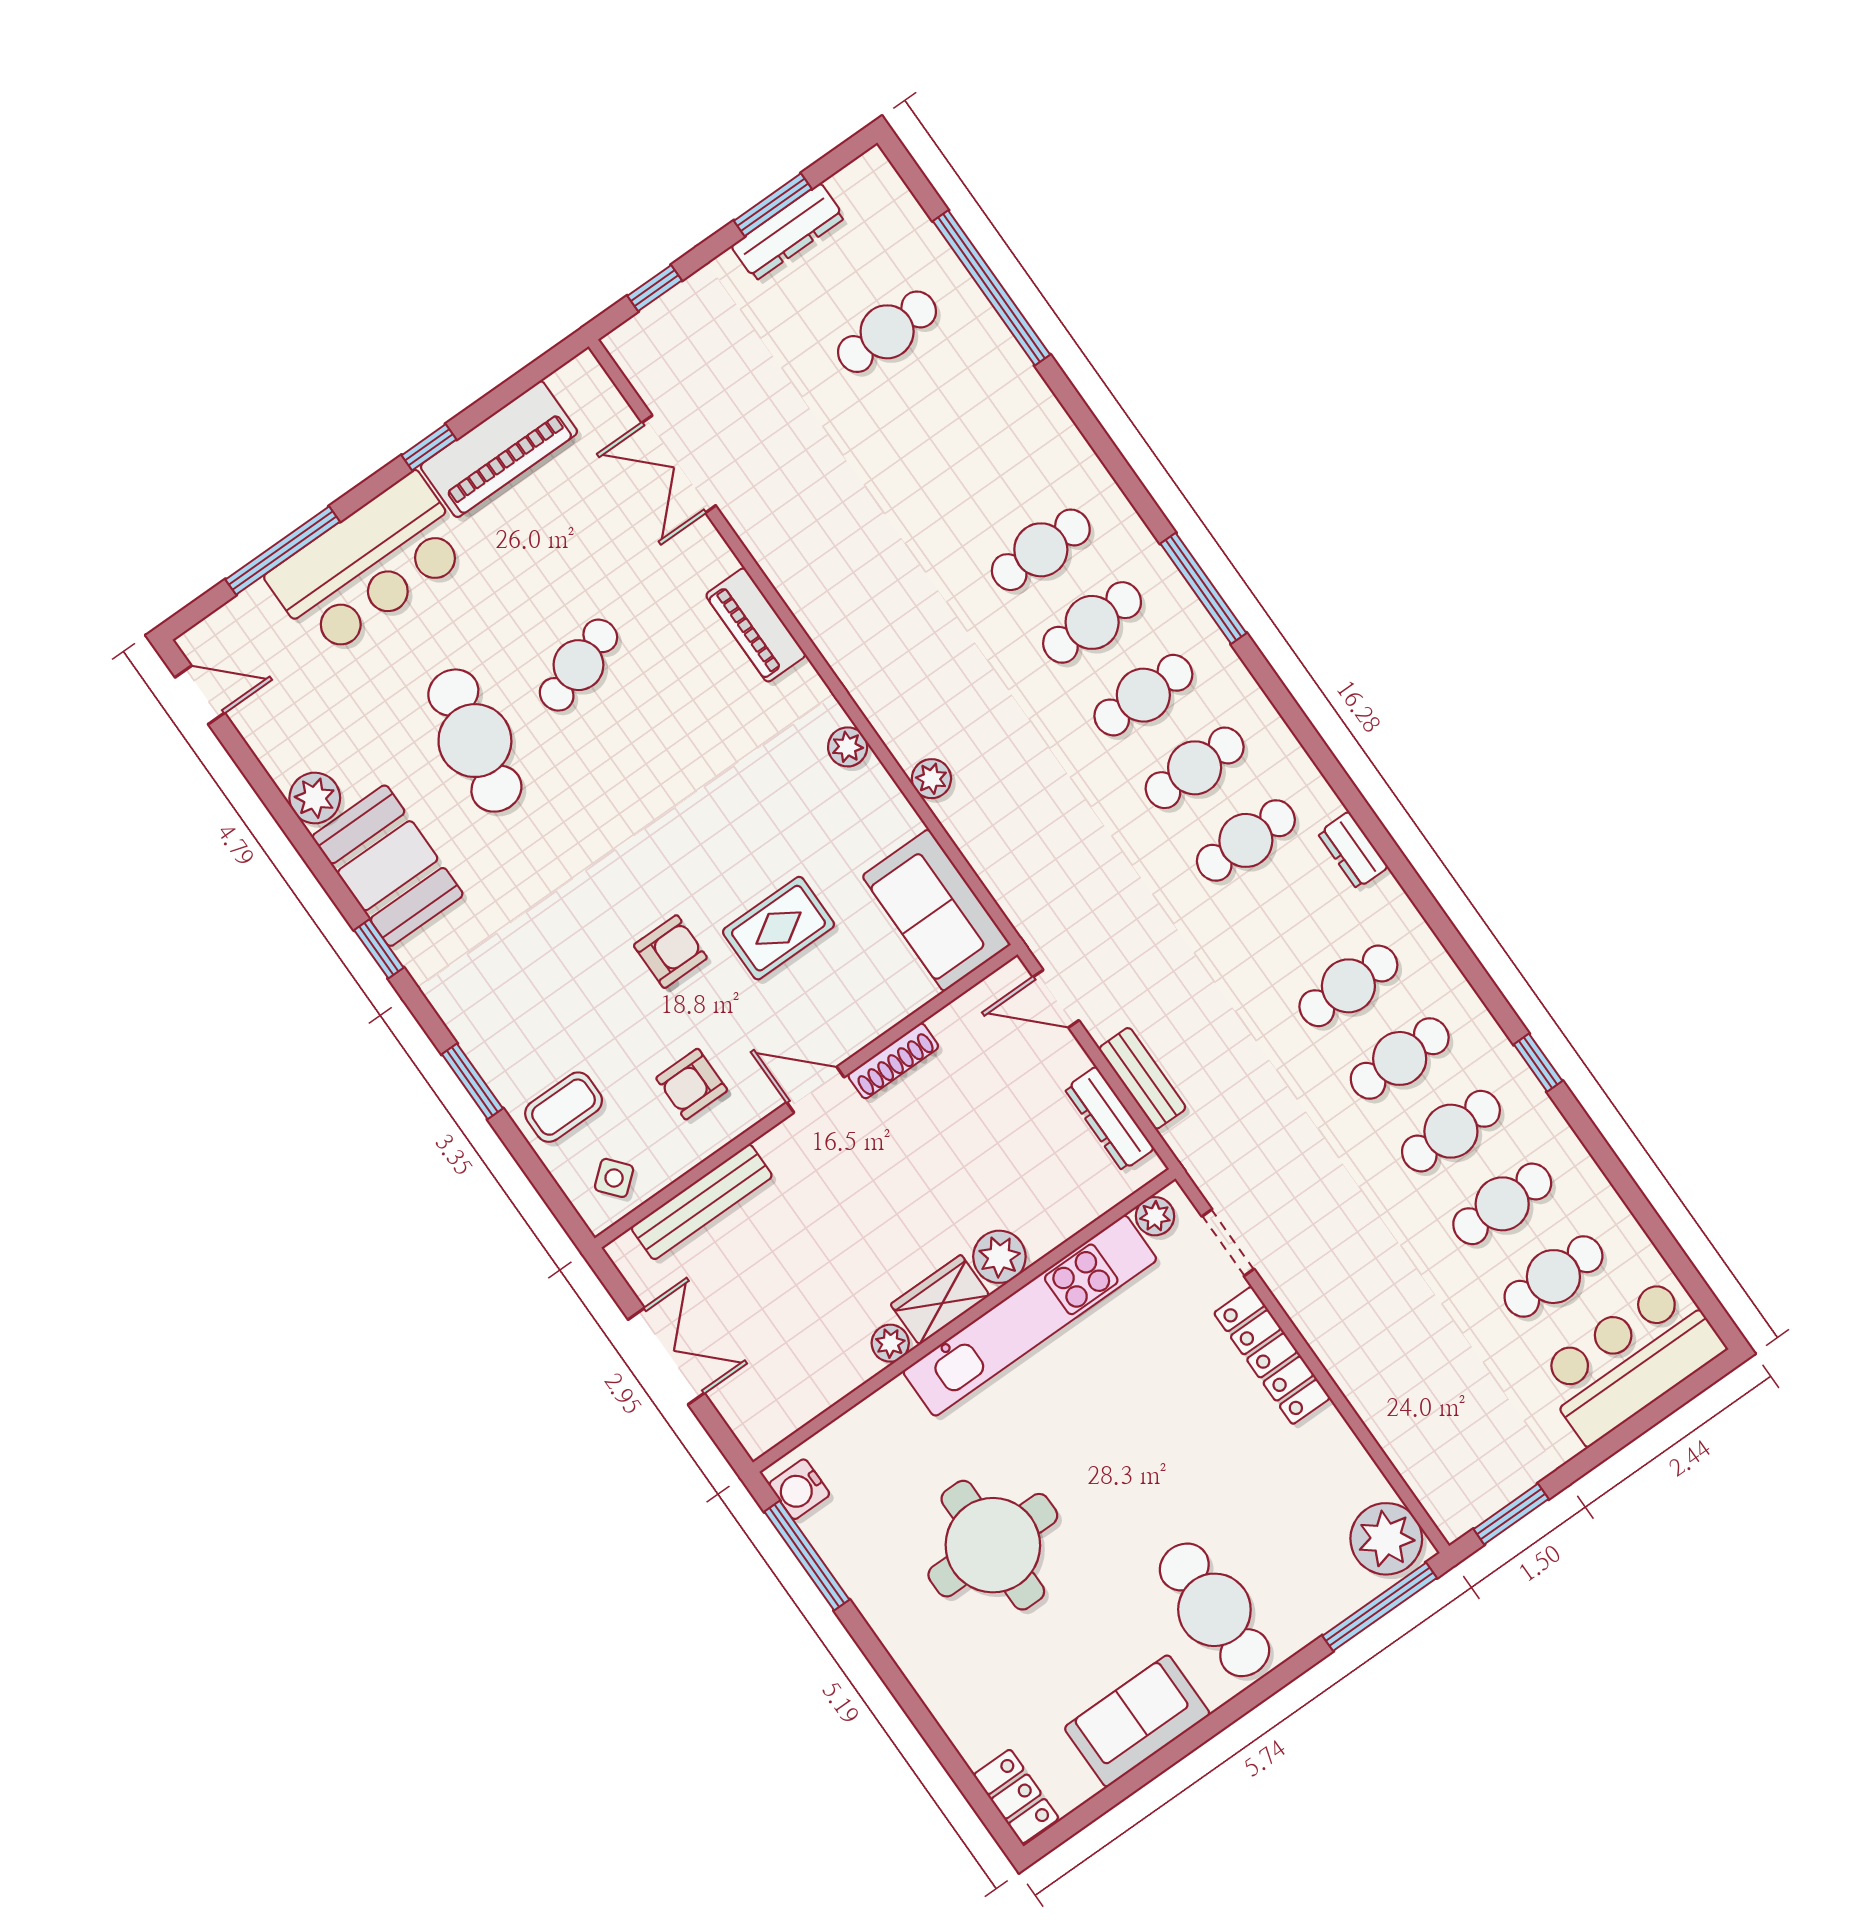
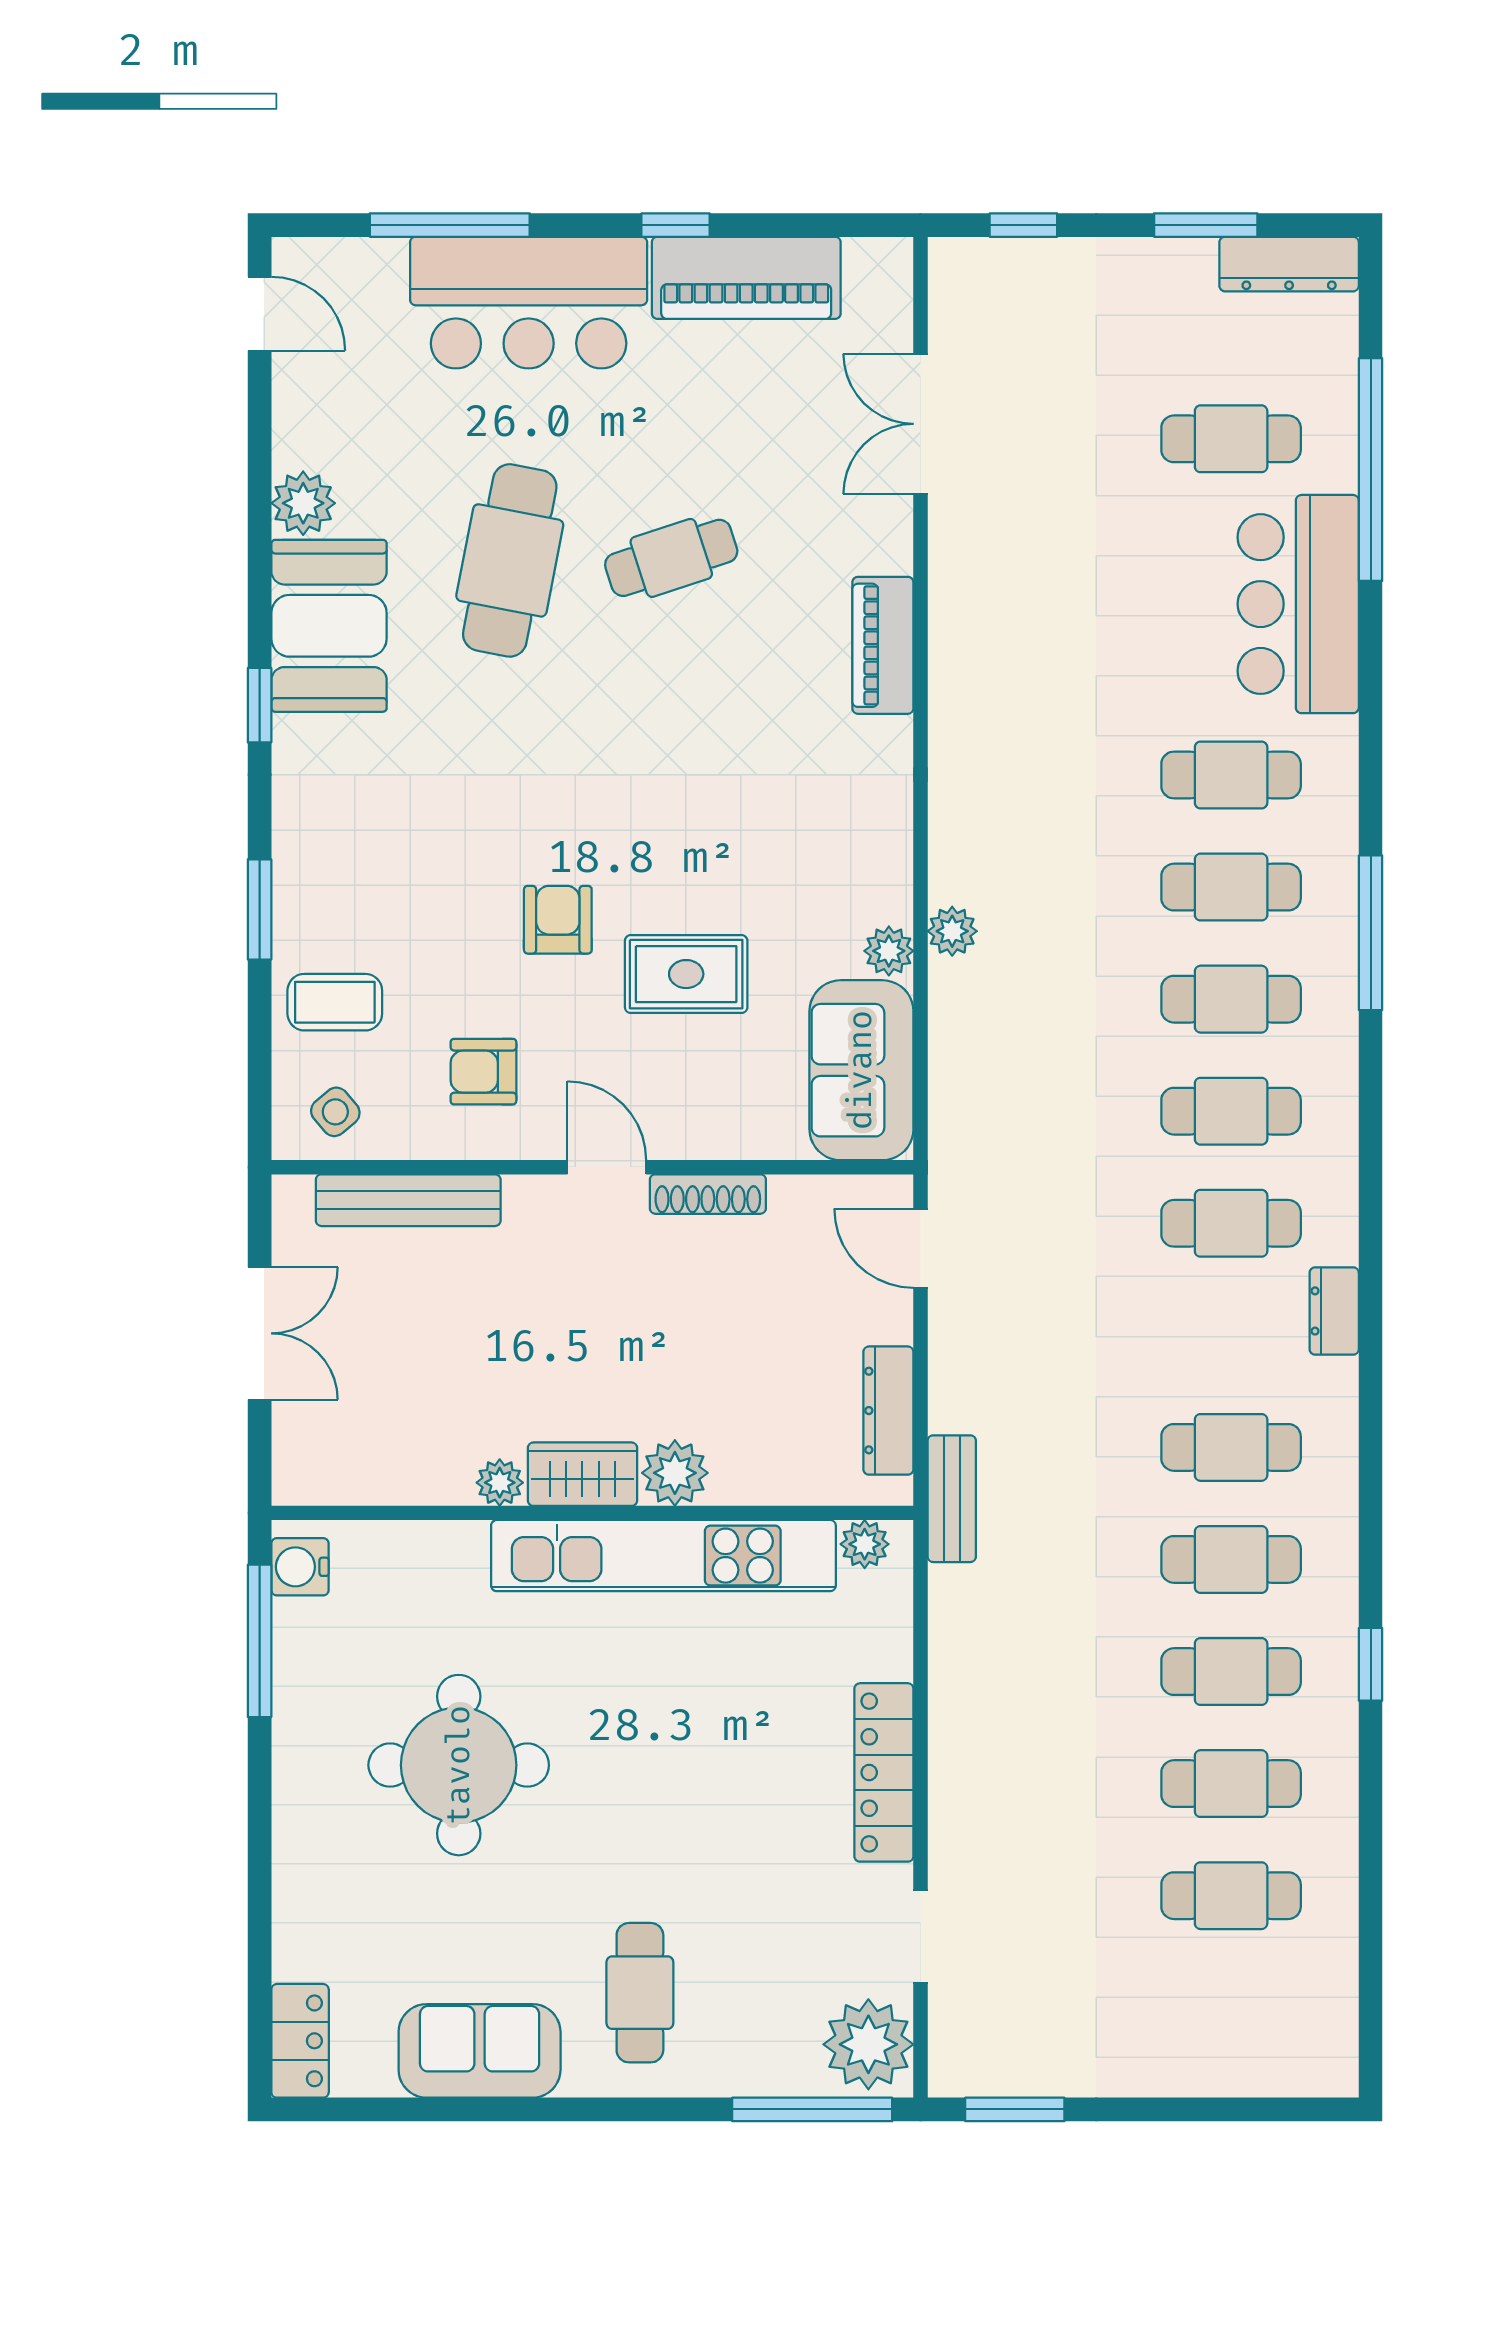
dresser: (788, 232) -> (1289, 264), moved
plant: (848, 747) -> (889, 951), moved
armchair: (670, 952) -> (558, 920), turned -90
bench: (1142, 1078) -> (952, 1499), moved
doorway: (1228, 1243) -> (921, 1937), moved
bar counter: (1630, 1360) -> (1298, 604), moved, turned -90
cafe table: (1214, 1610) -> (640, 1993), width x0.73, depth x0.74

